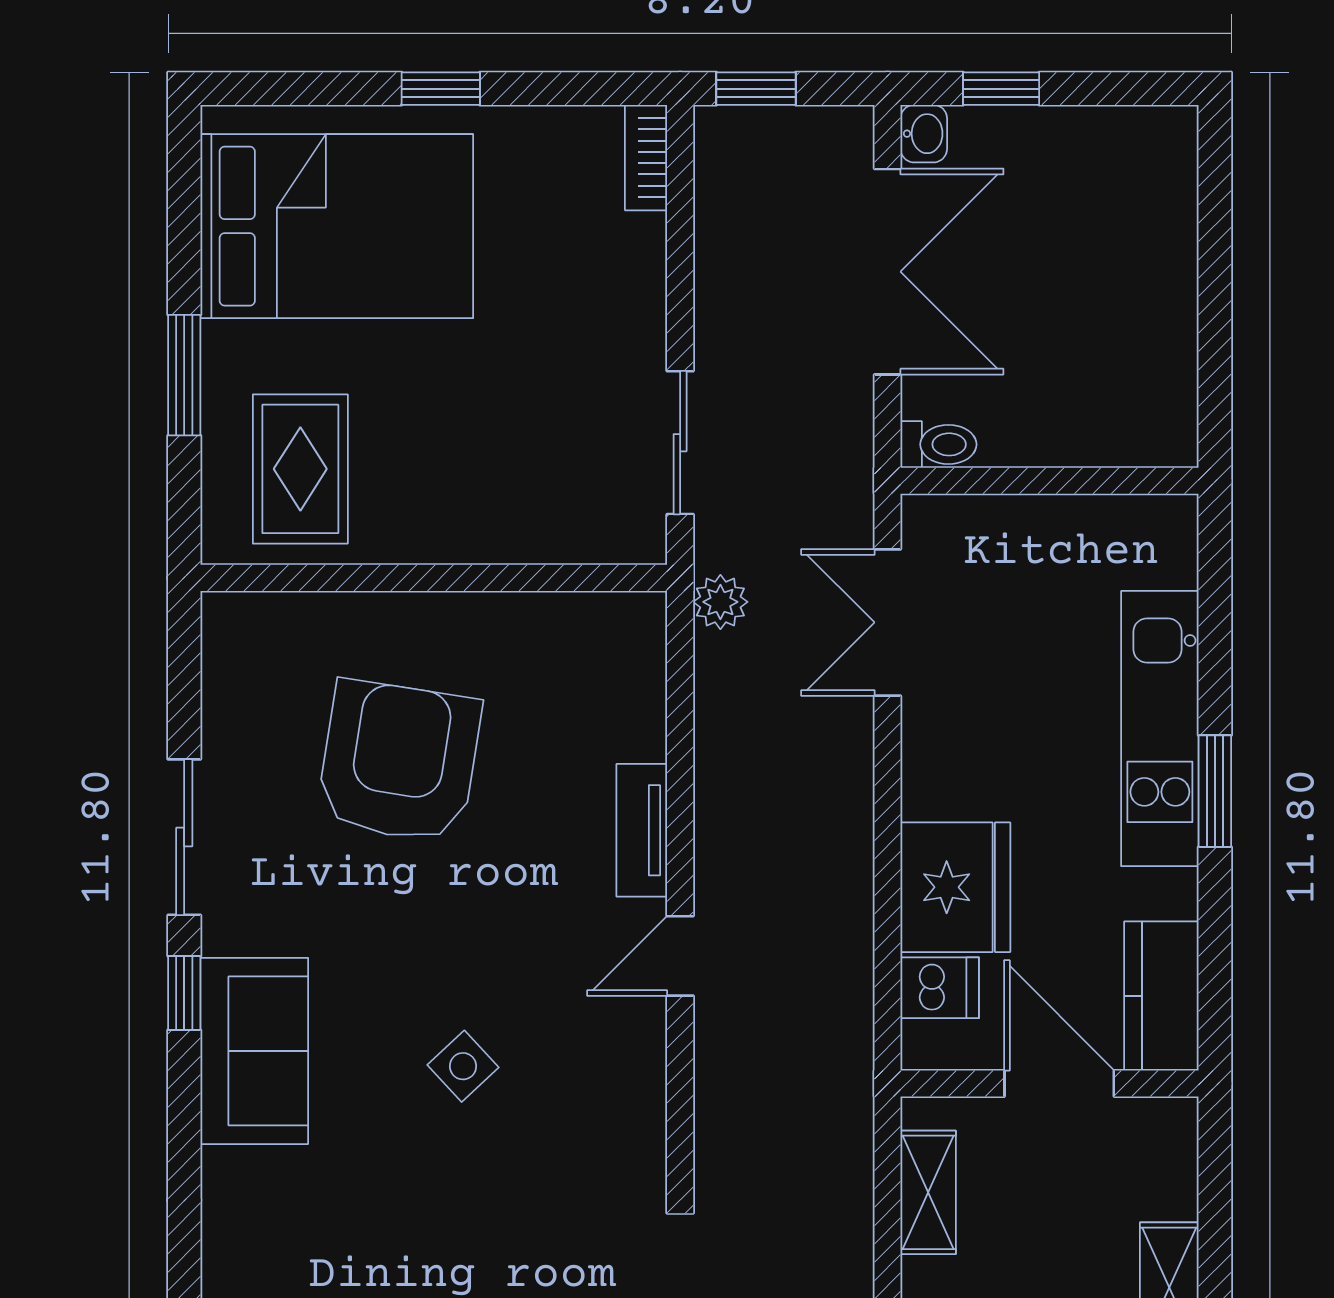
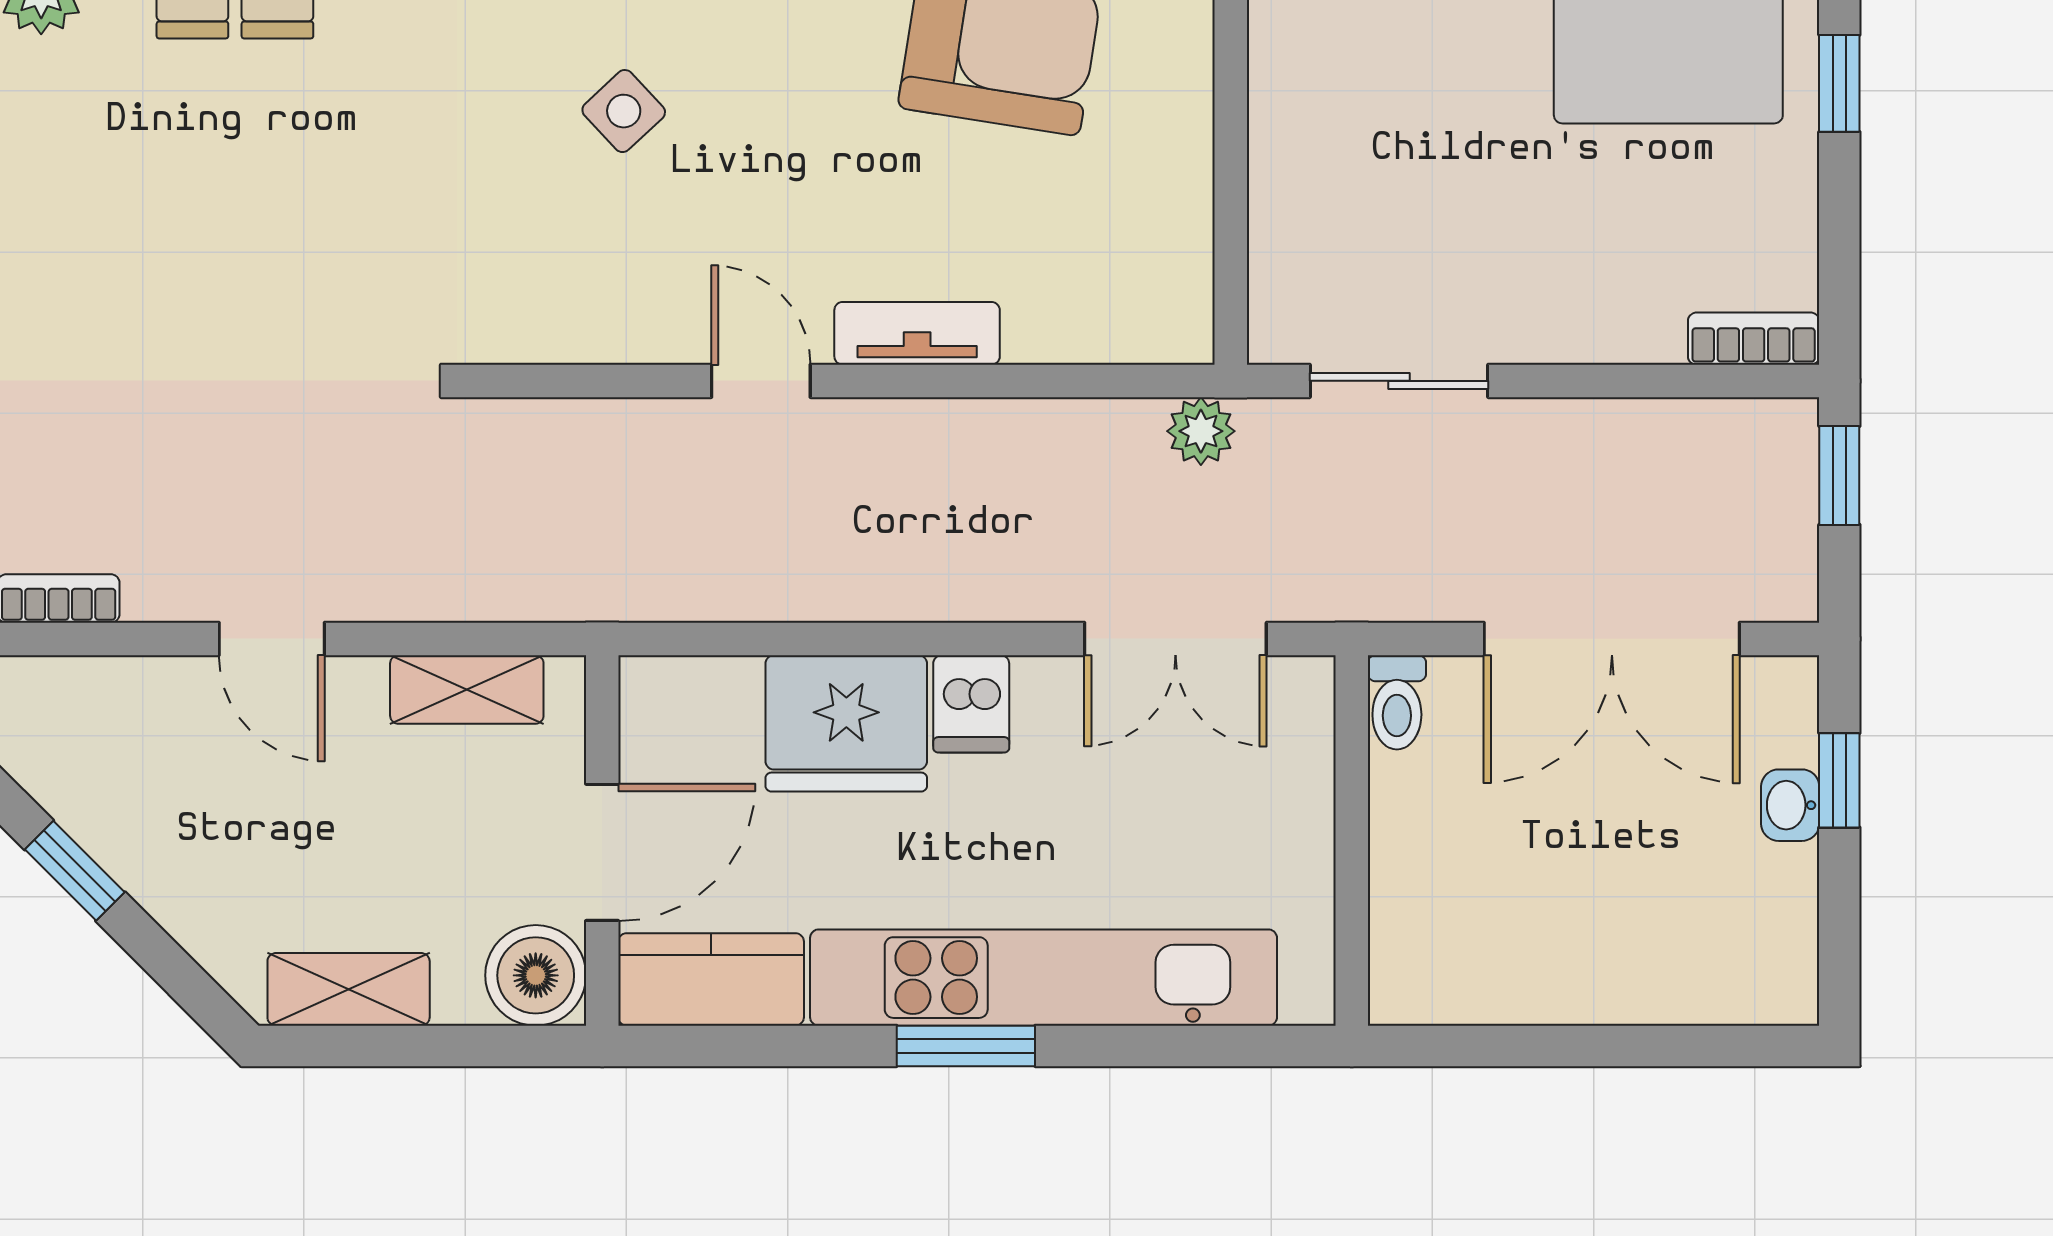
washbasin: (924, 134) -> (1790, 805), moved, turned 90
double door: (887, 622) -> (1175, 639), swing flipped
kitchen unit: (1160, 729) -> (1044, 978), width x1.36
dishwasher: (940, 988) -> (971, 704), moved
boiler: (1158, 1137) -> (536, 975), added

